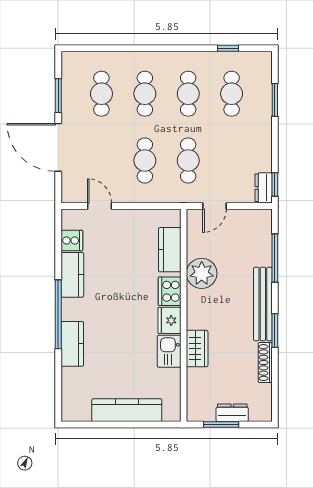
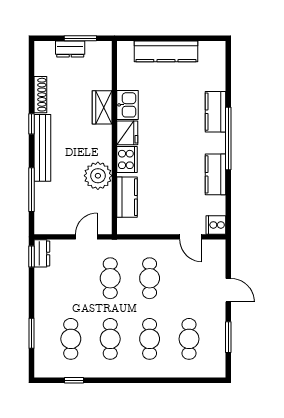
door: (58, 147) -> (228, 290), width x0.53
cooker: (72, 241) -> (216, 225), moved
window: (275, 330) -> (31, 124), width x0.67

